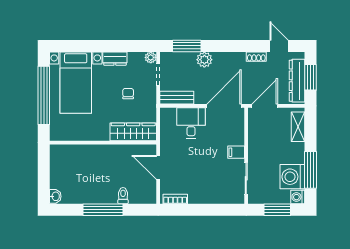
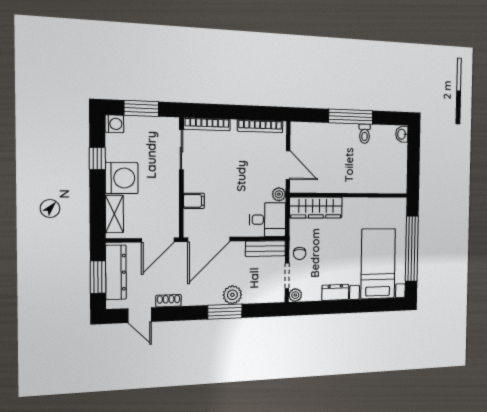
window: (187, 46) -> (225, 312), moved
chair: (128, 94) -> (300, 253), moved
desk: (191, 123) -> (268, 220), moved, turned -90
plant: (166, 143) -> (279, 194), added
filing cabinet: (236, 152) -> (194, 201), moved
window: (311, 170) -> (97, 158), width x0.46
washing machine: (292, 177) -> (122, 178), moved
toilet: (123, 196) -> (365, 134), moved
bookcase: (175, 199) -> (260, 126), width x1.56
bookcase: (226, 199) -> (207, 124), added

